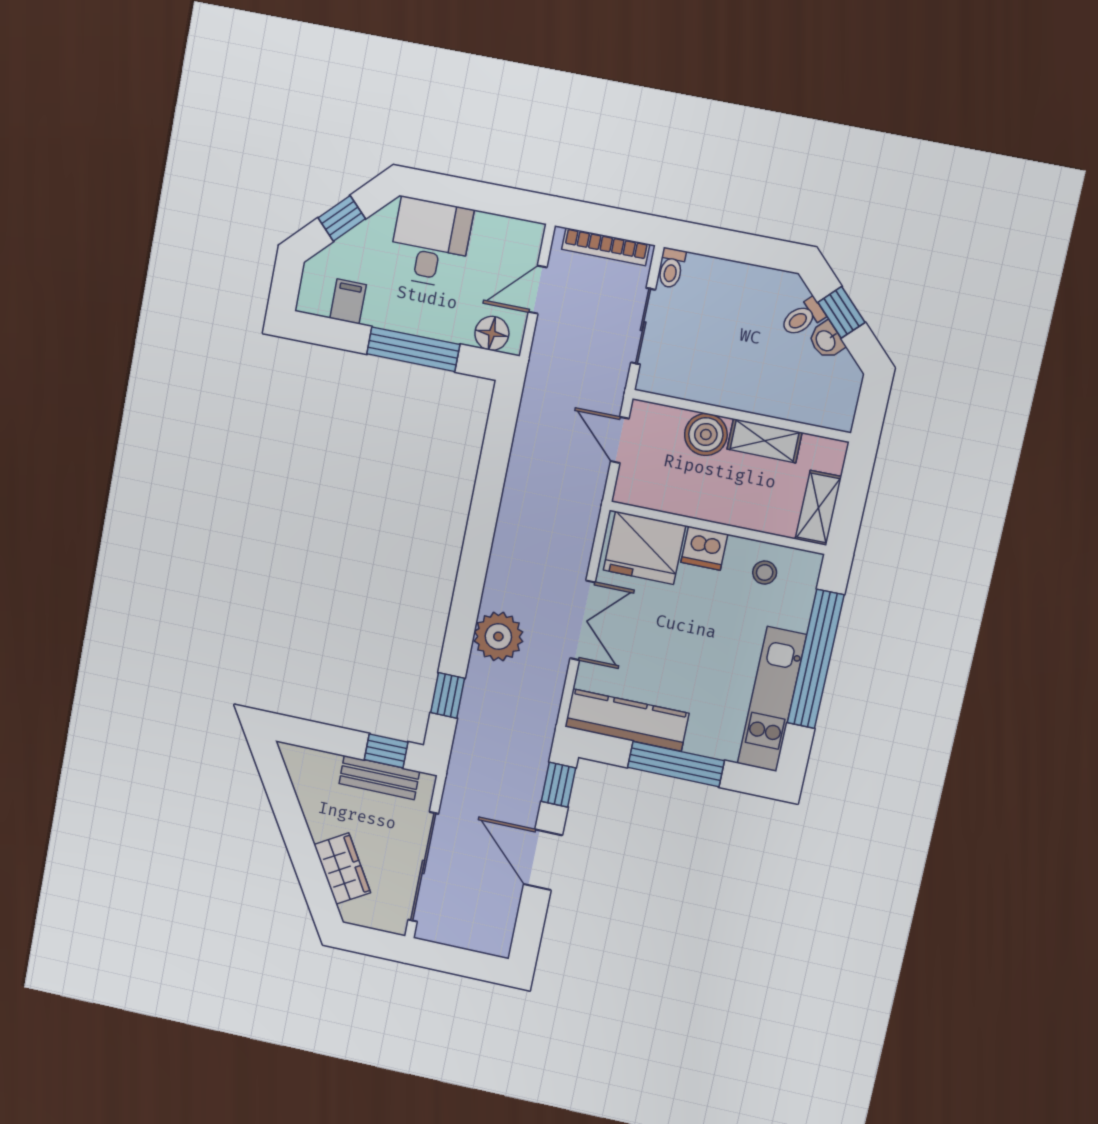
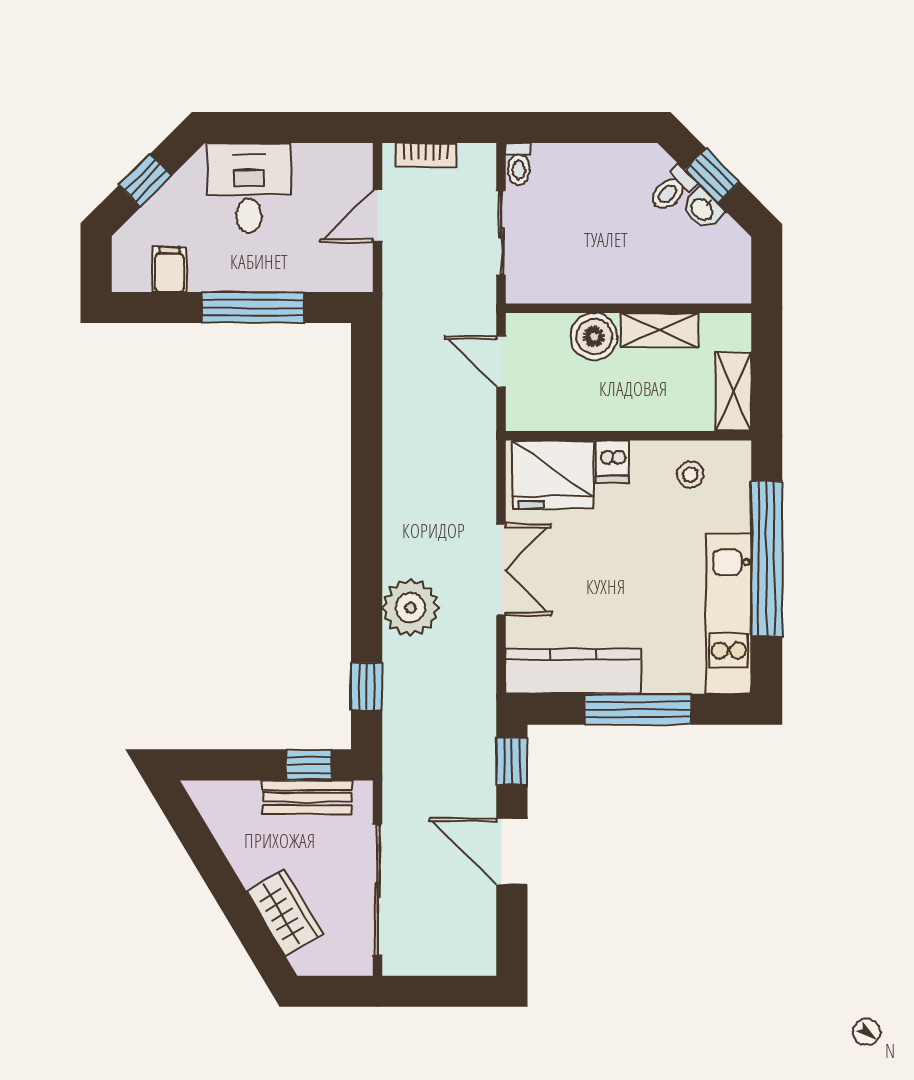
bookcase: (606, 247) -> (425, 155), width x0.64
floor lamp: (492, 333) -> (336, 273), removed
dishwasher: (704, 548) -> (613, 461), width x0.73

